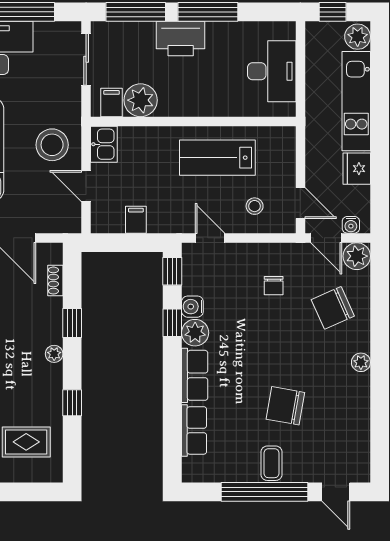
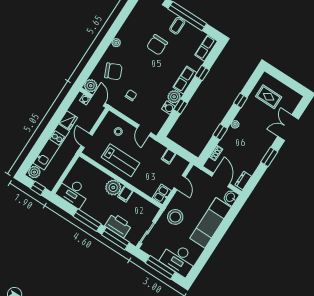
printer: (181, 39) -> (118, 225), moved
desk: (272, 71) -> (73, 192), moved, turned -90
plant: (141, 100) -> (113, 188), moved
filing cabinet: (111, 102) -> (125, 194), moved
stool: (52, 145) -> (175, 217), moved
door: (300, 203) -> (87, 141), moved
window: (172, 271) -> (202, 73), moved
chair: (285, 406) -> (157, 45), turned 80
row of seats: (194, 430) -> (206, 48), moved

